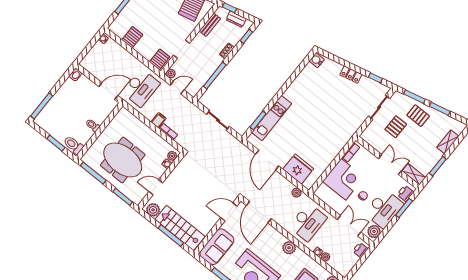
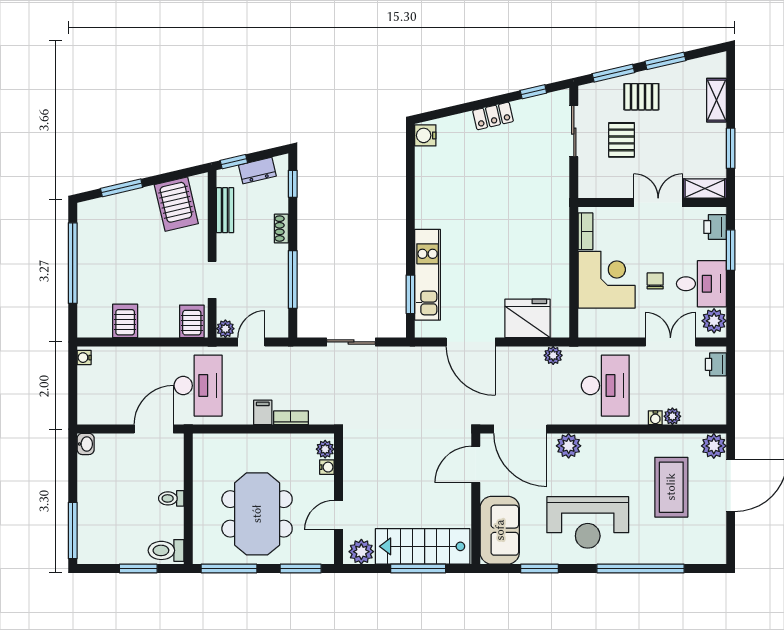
meeting table: (123, 160) -> (257, 514), turned 90
desk: (384, 209) -> (701, 284), width x0.73
plant: (289, 248) -> (569, 446), moved

